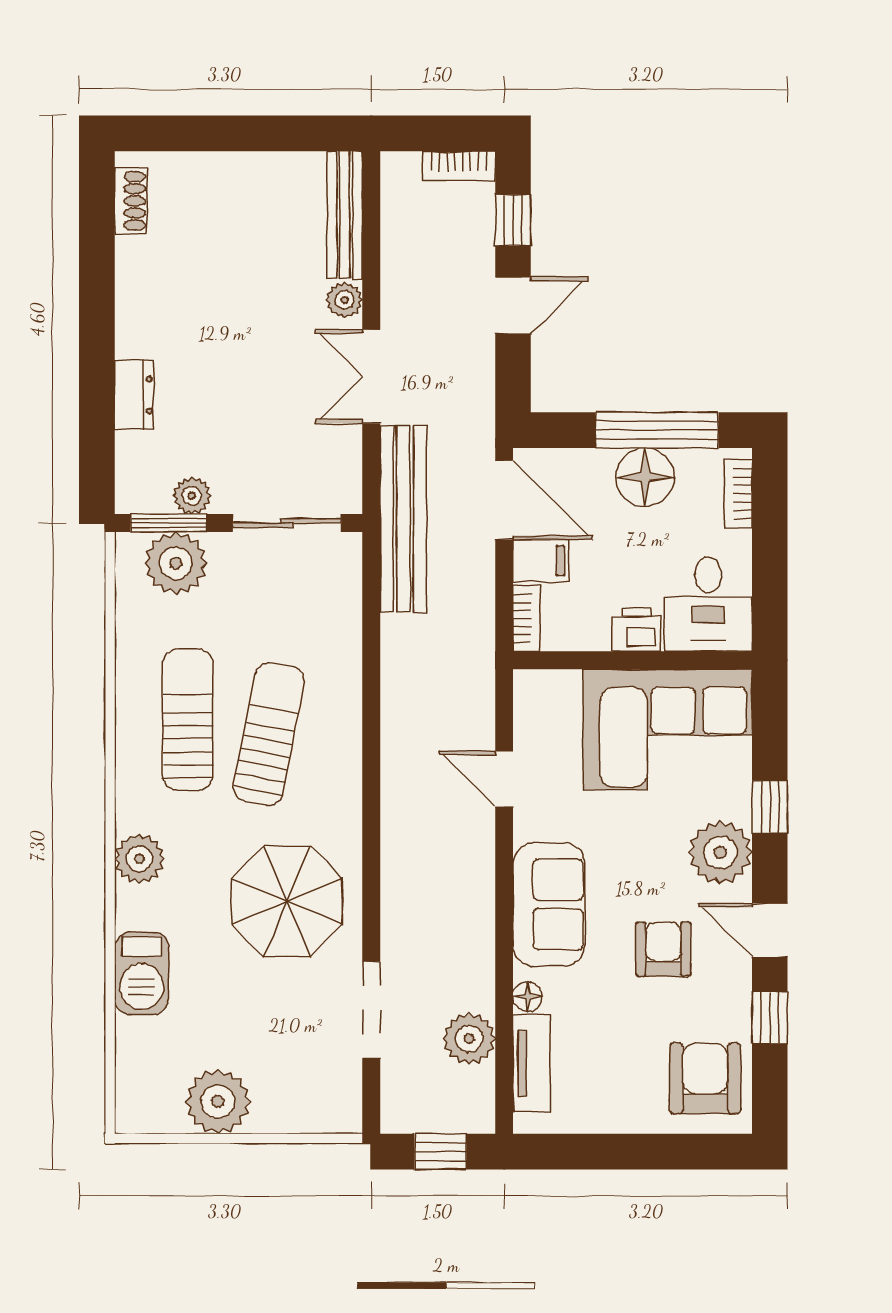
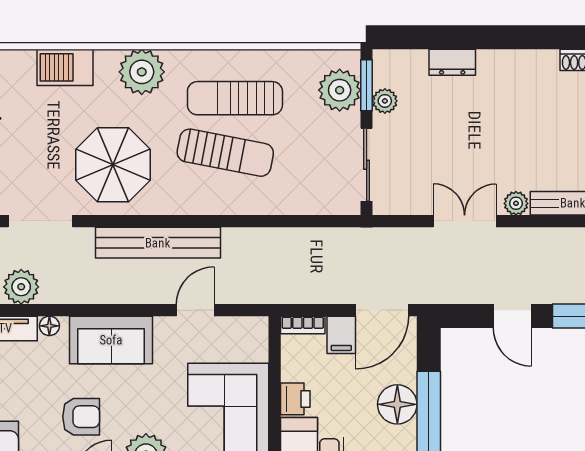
bench: (403, 519) -> (158, 243), moved
sun lounger: (188, 720) -> (235, 98), turned 180
plant: (139, 859) -> (142, 72), width x1.36, depth x1.36

